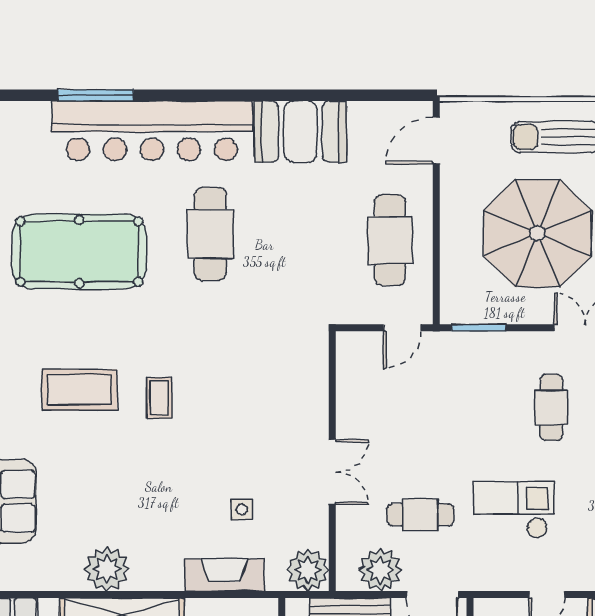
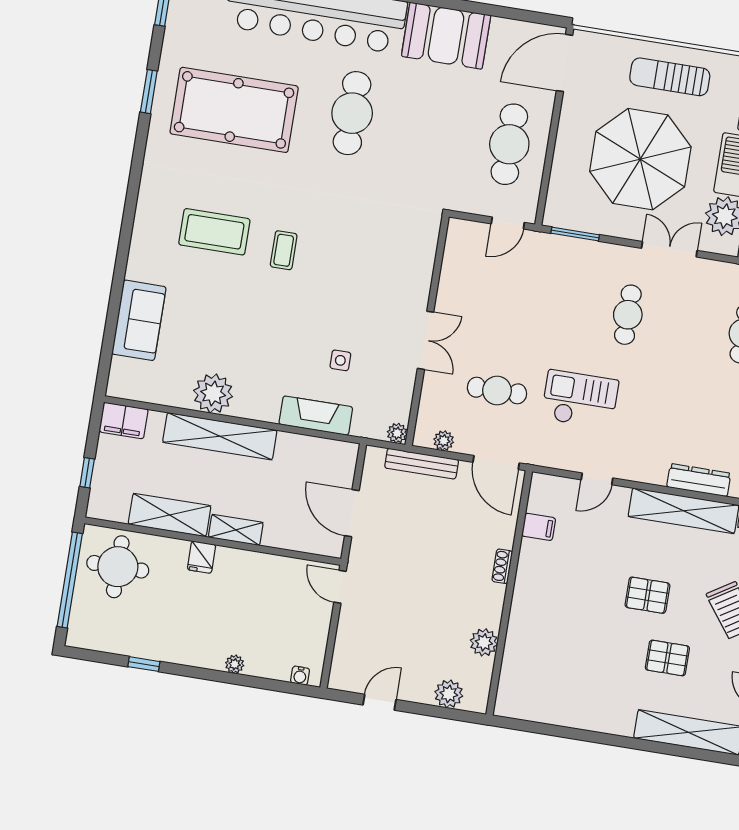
door: (436, 140) -> (564, 63), width x1.36
plant: (308, 570) -> (397, 433), width x0.53, depth x0.53
plant: (380, 570) -> (444, 441), width x0.53, depth x0.53

